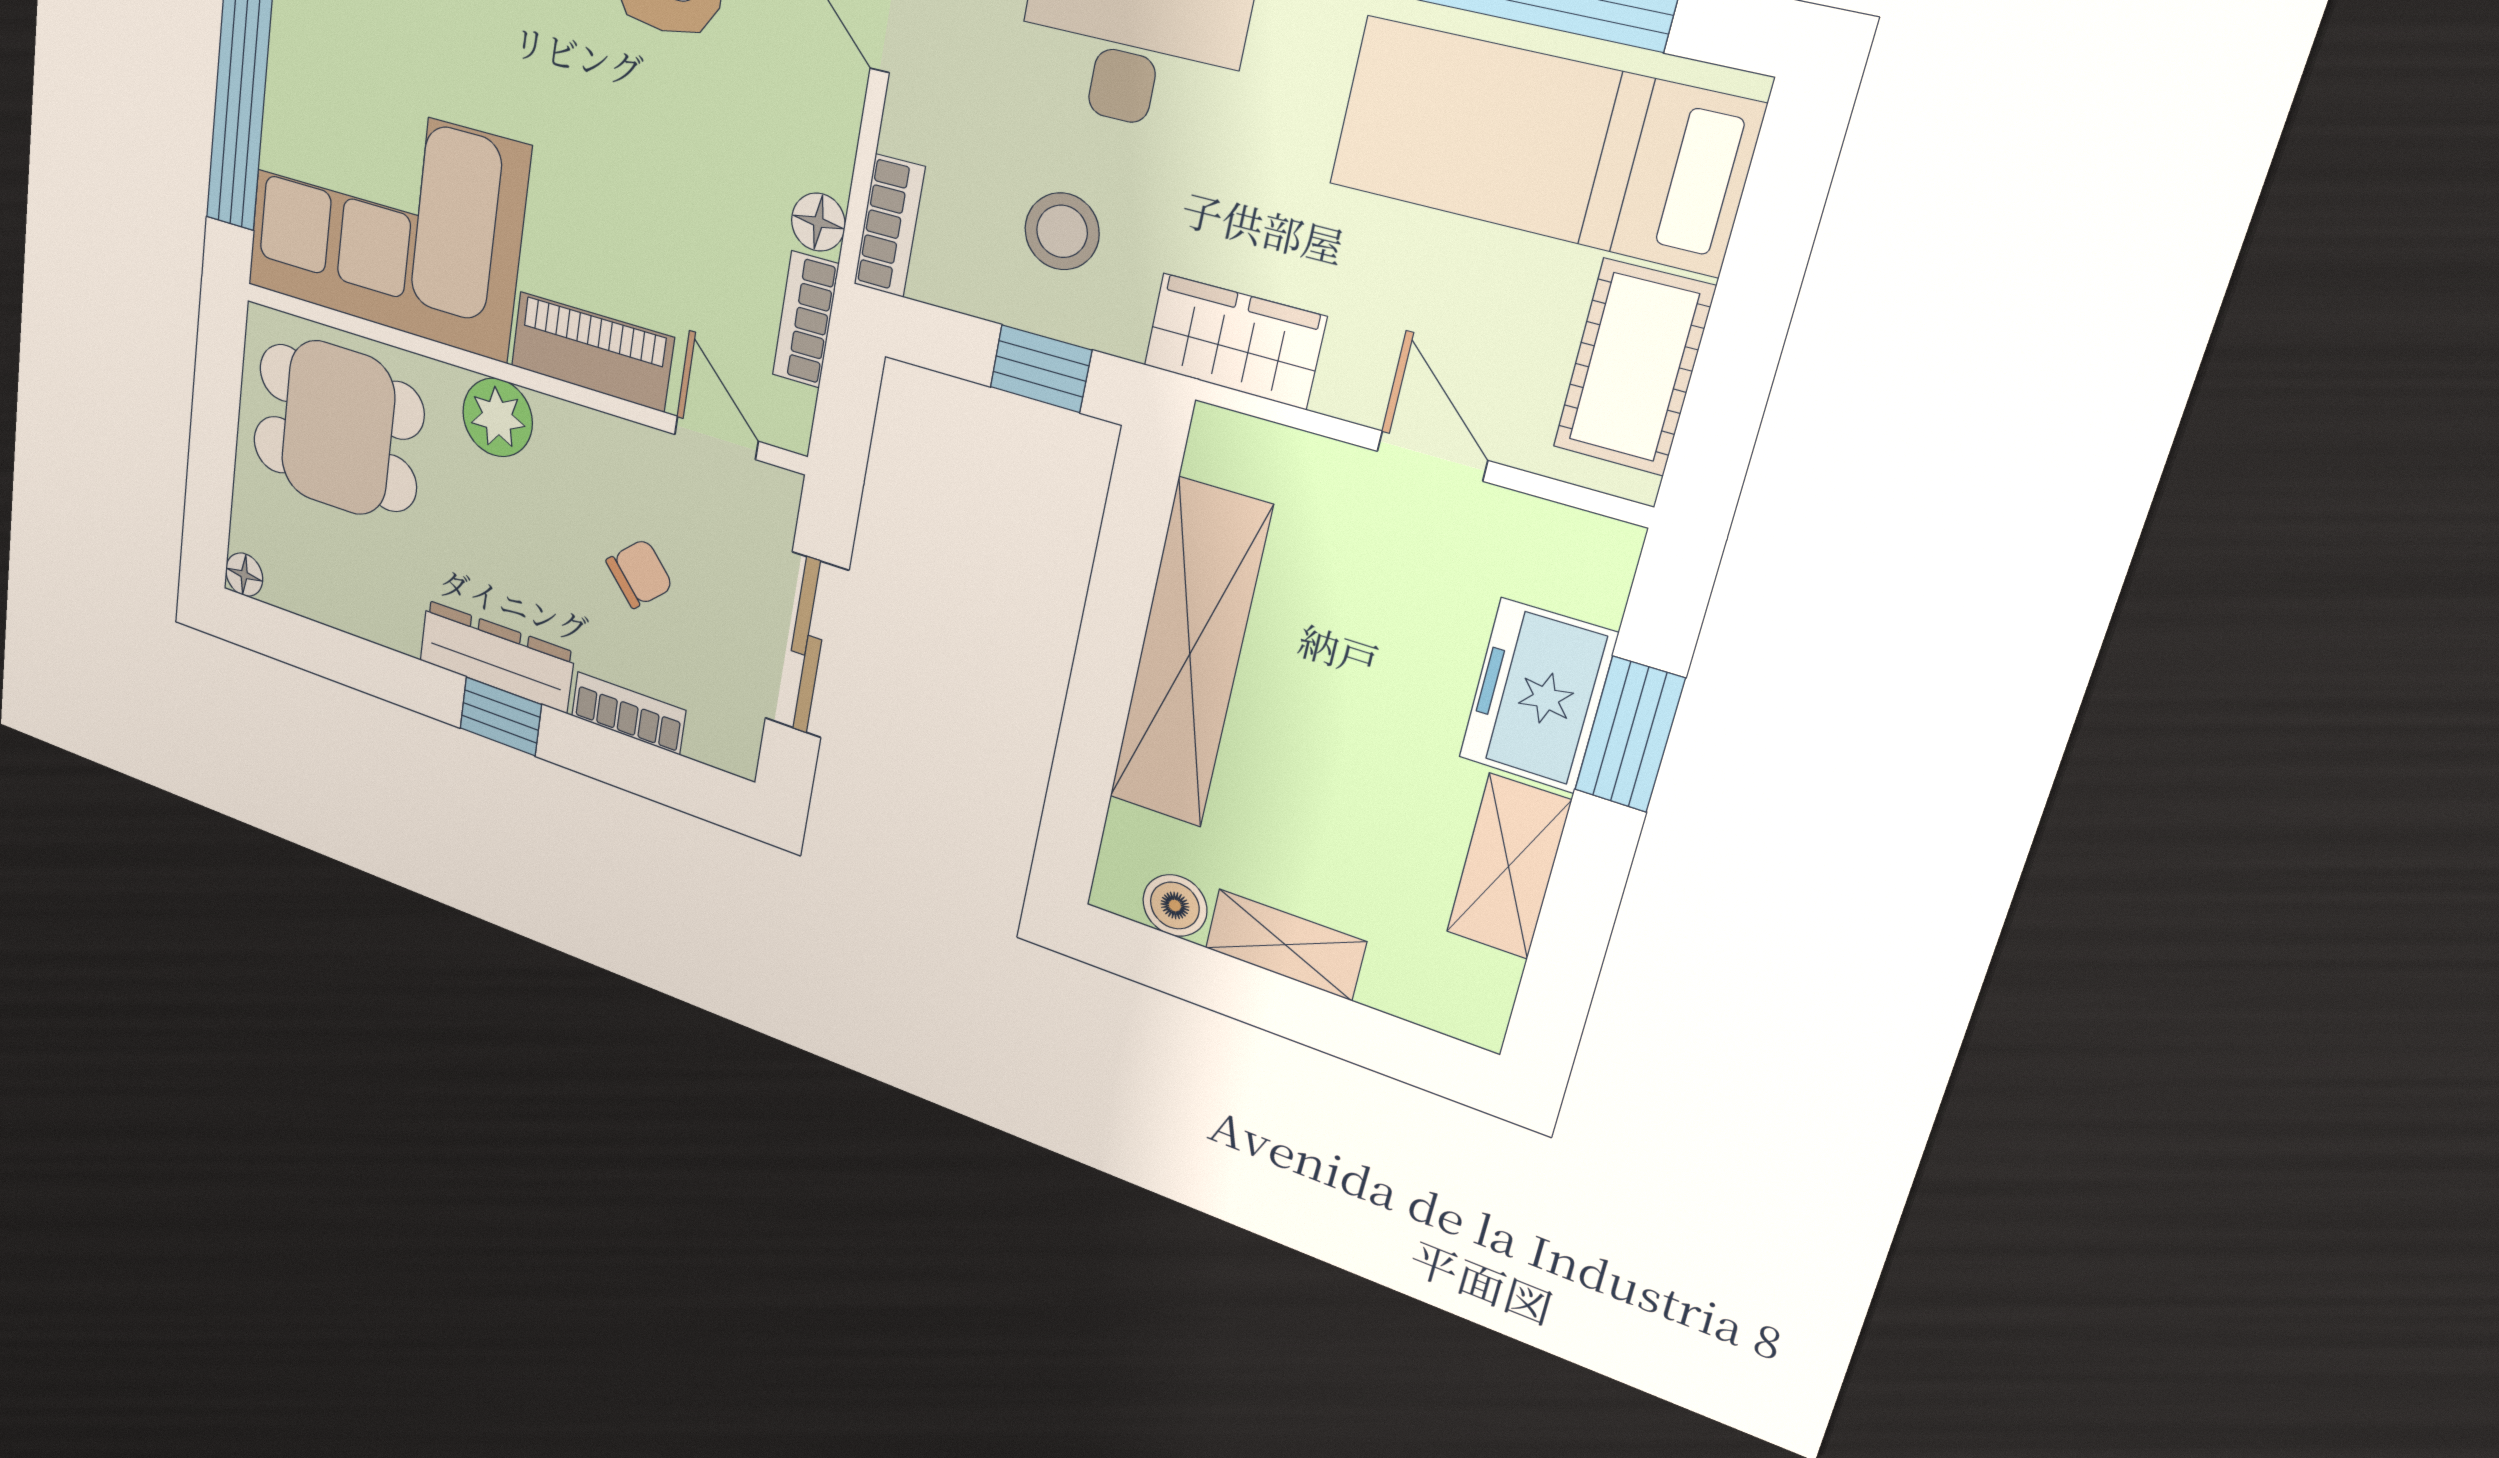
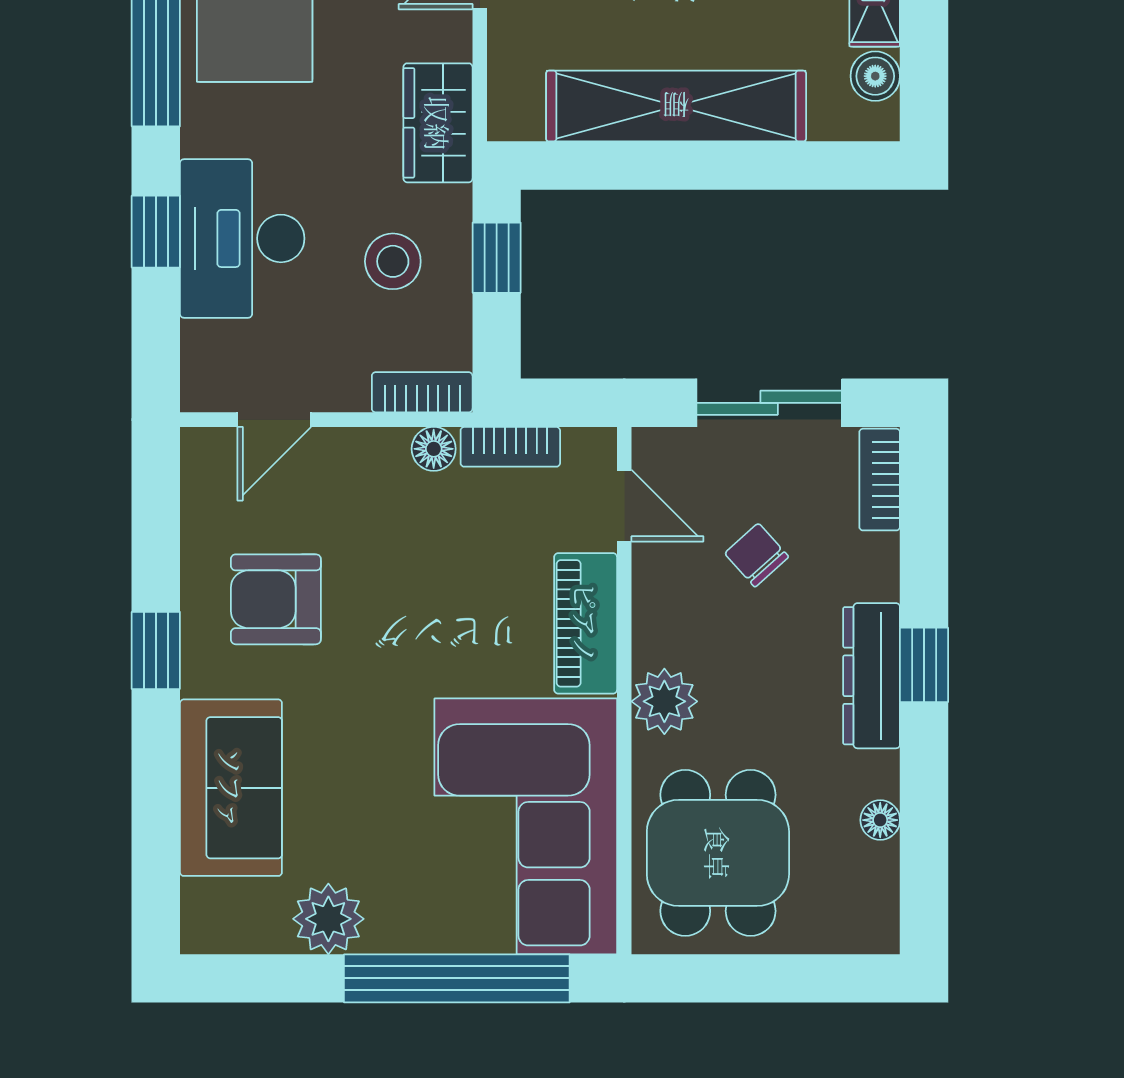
door: (716, 438) -> (624, 506), swing flipped
floor lamp: (244, 575) -> (880, 820), moved
bookcase: (628, 713) -> (880, 480), moved

